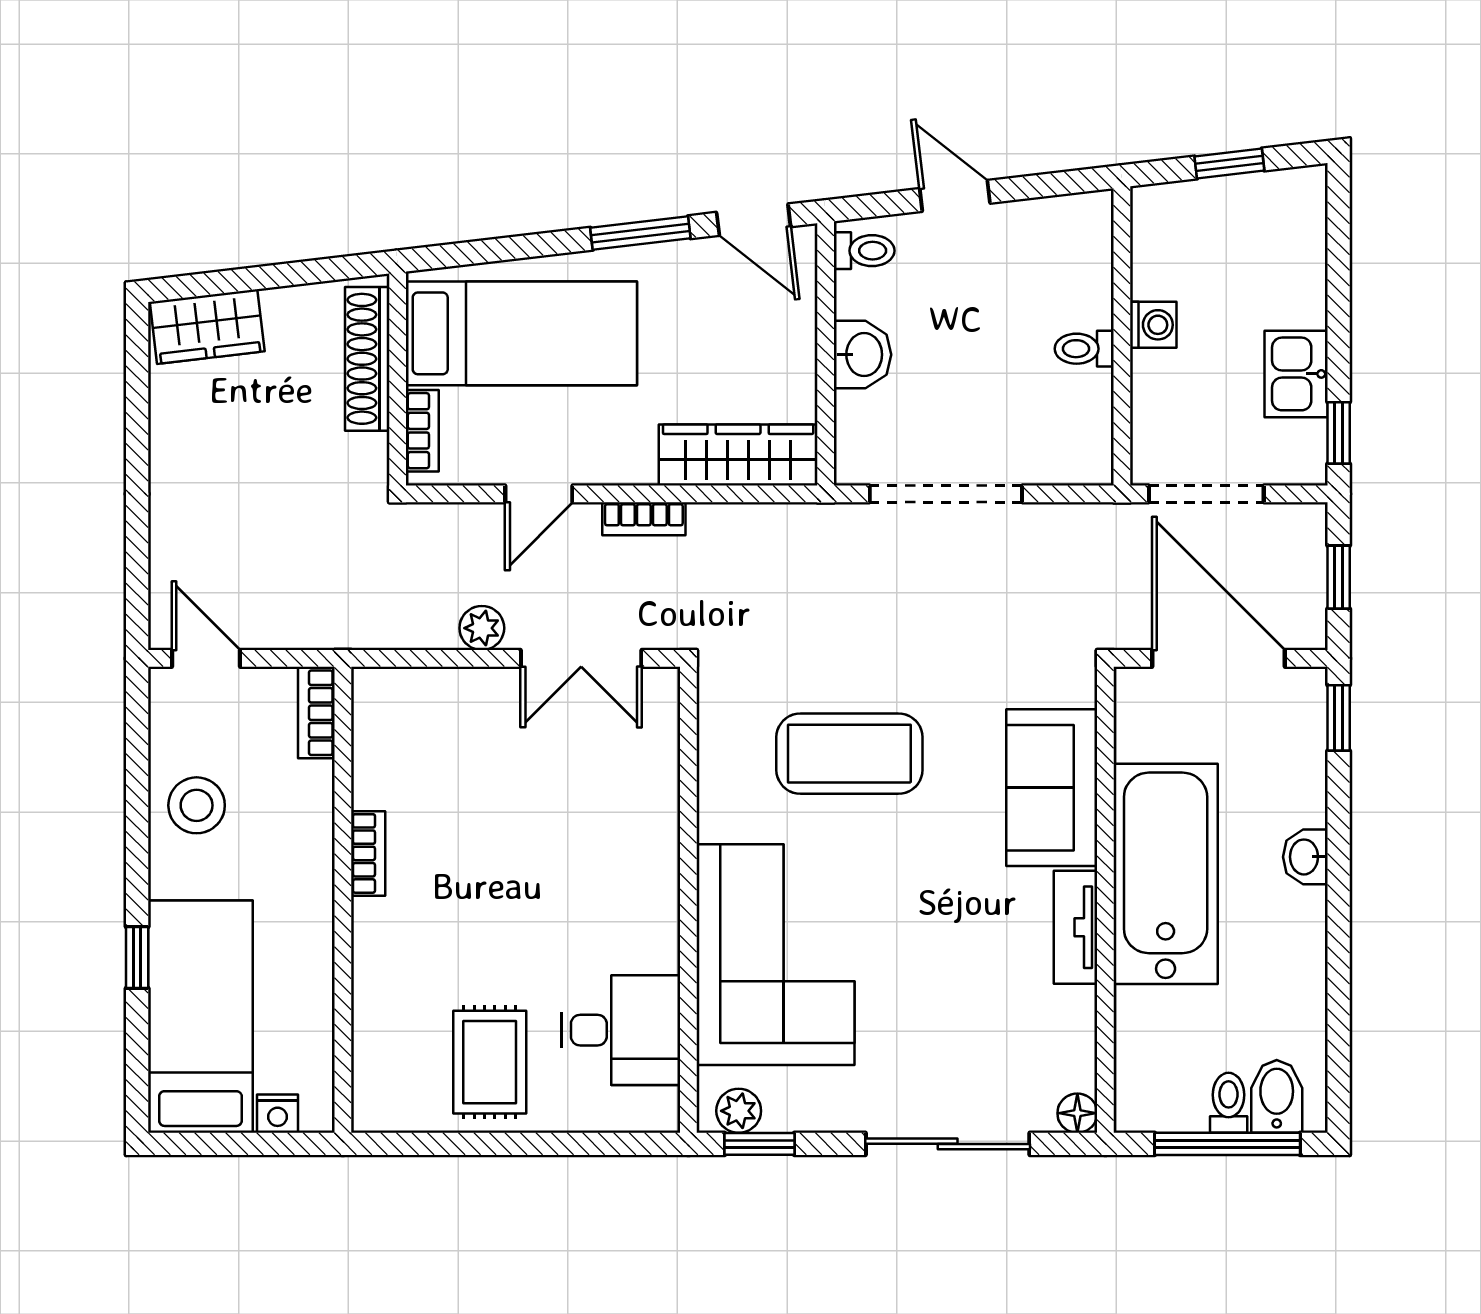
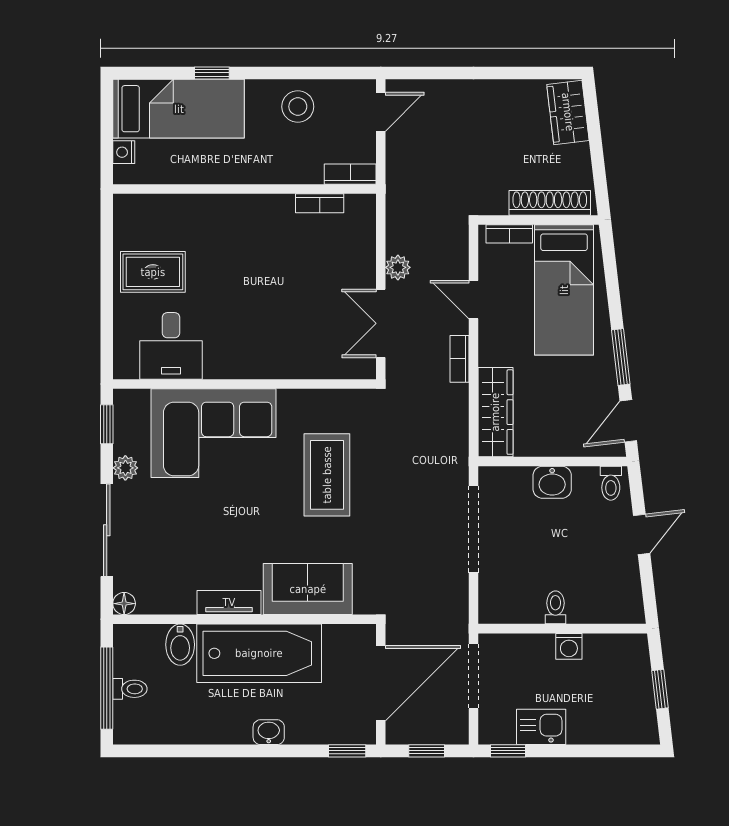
bookcase: (368, 853) -> (320, 203), moved
bidet: (1277, 1096) -> (180, 645), moved, turned 90
plant: (739, 1111) -> (125, 468), moved

